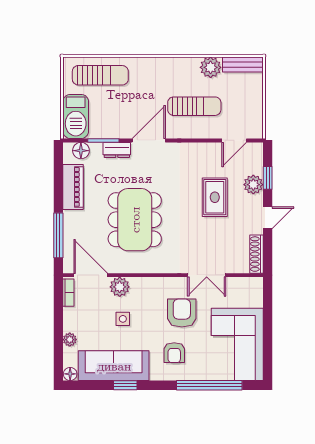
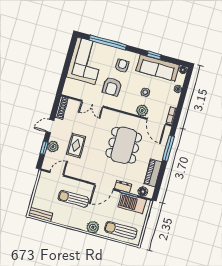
plant: (211, 67) -> (93, 227), moved
barbecue: (76, 116) -> (132, 203), moved, turned -90
double door: (207, 275) -> (92, 104), swing flipped

